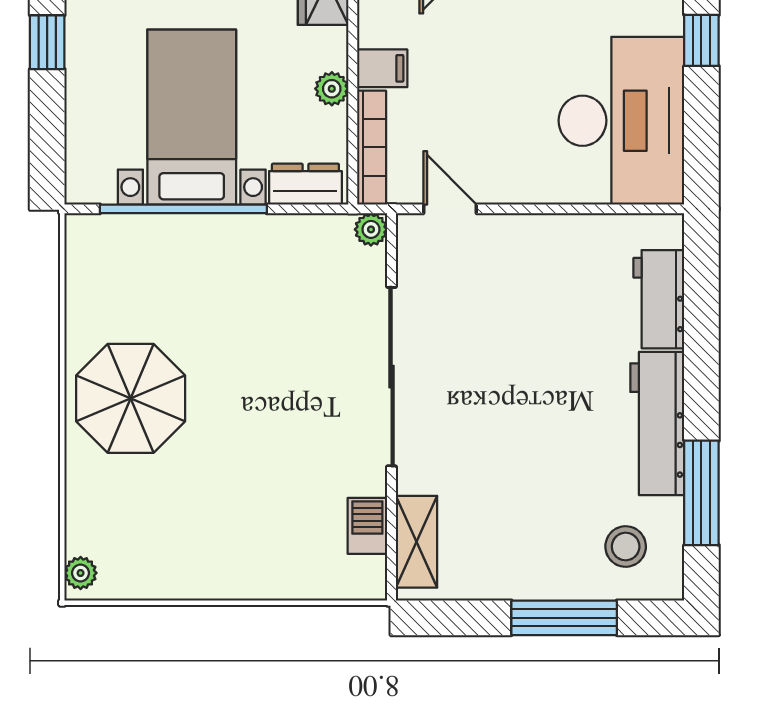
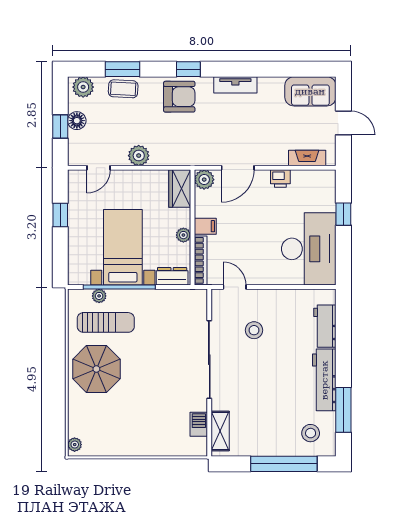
plant: (371, 229) -> (99, 296), moved
sun lounger: (152, 291) -> (106, 322), added
stool: (495, 309) -> (254, 330), added
window: (564, 618) -> (284, 464), width x1.46

